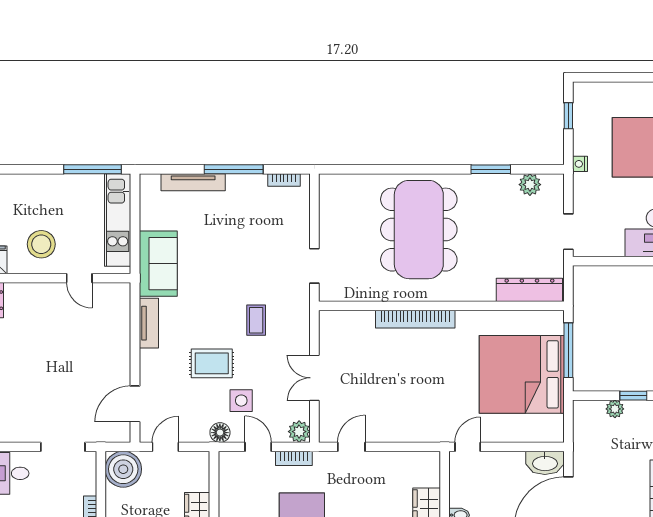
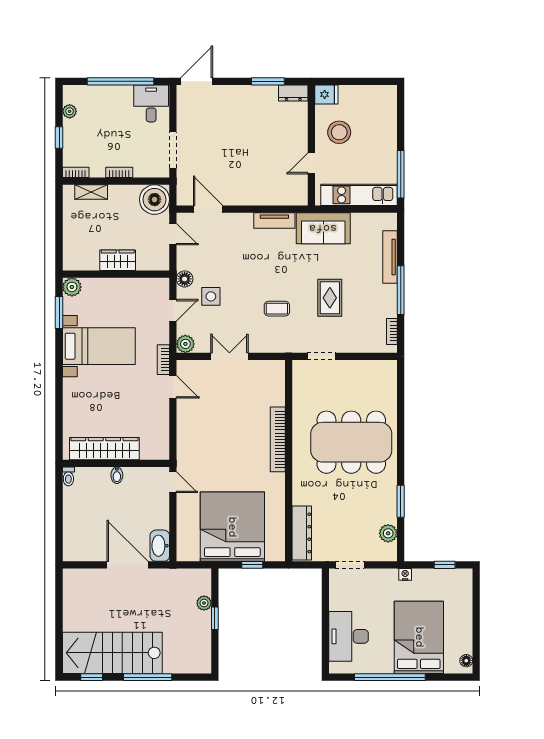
window: (568, 350) -> (252, 565), width x0.46
rug: (212, 363) -> (330, 298), moved
bookcase: (294, 458) -> (163, 360), moved

